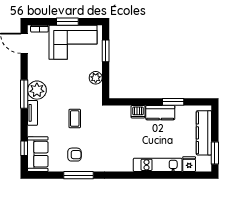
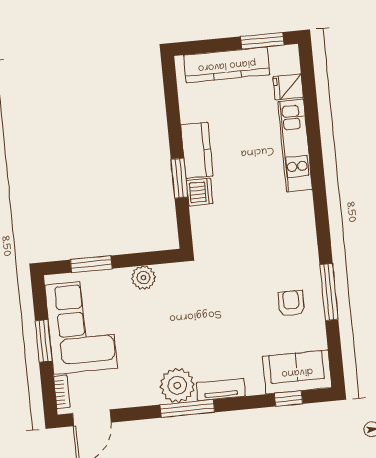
window: (173, 102) -> (179, 178), moved
coffee table: (75, 119) -> (224, 309), removed

